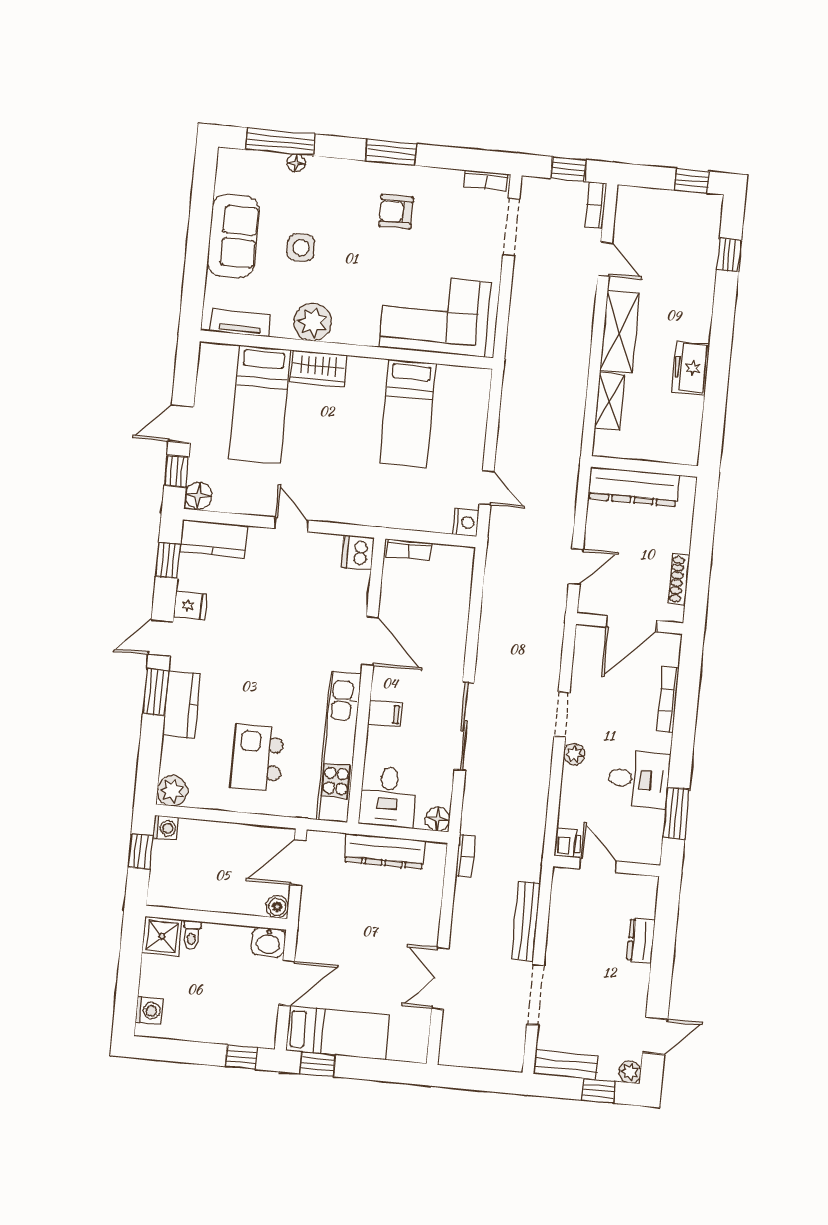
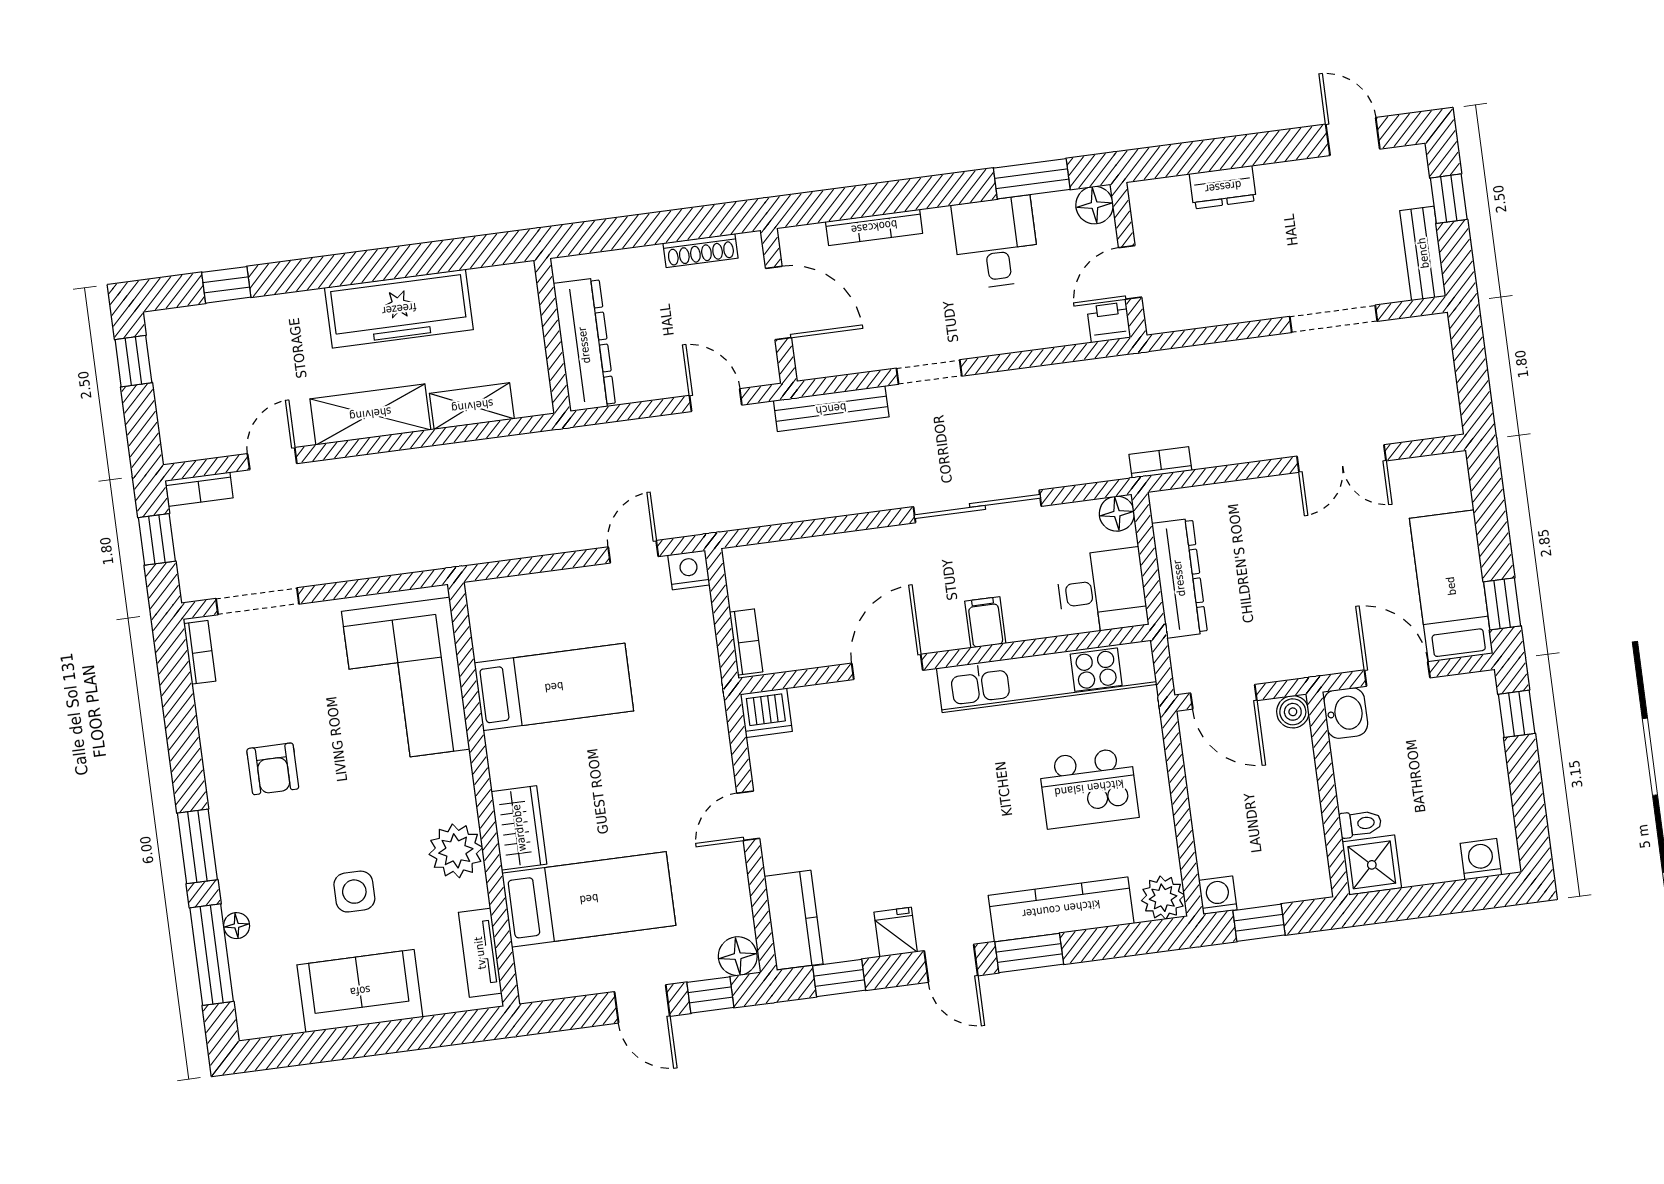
window: (391, 152) -> (197, 846), moved
freezer: (691, 368) -> (399, 309), width x1.91, depth x1.26
kitchen counter: (181, 704) -> (1061, 909), width x1.50
plant: (574, 754) -> (981, 342), removed
floor lamp: (649, 851) -> (1095, 205), added
bench: (526, 921) -> (831, 409), moved
plant: (630, 1072) -> (1412, 160), removed

